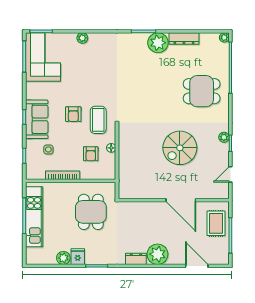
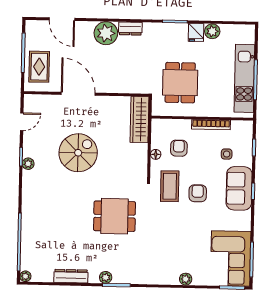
plant: (158, 43) -> (106, 277), width x0.53, depth x0.53
dining table: (202, 91) -> (115, 216), moved
wardrobe: (126, 178) -> (139, 119), added

